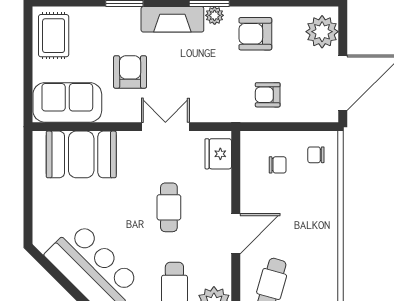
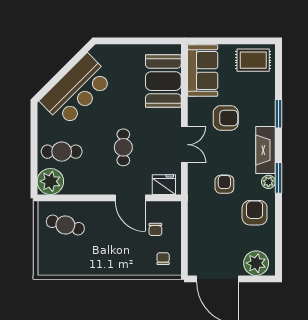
armchair: (268, 95) -> (224, 184), moved
cafe table: (169, 207) -> (123, 147), turned 90
door: (236, 234) -> (130, 198), moved

